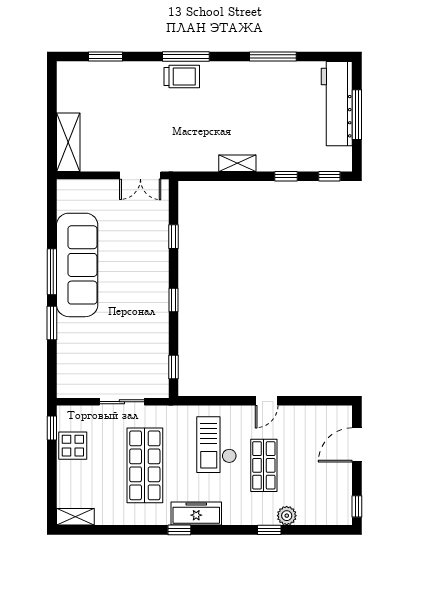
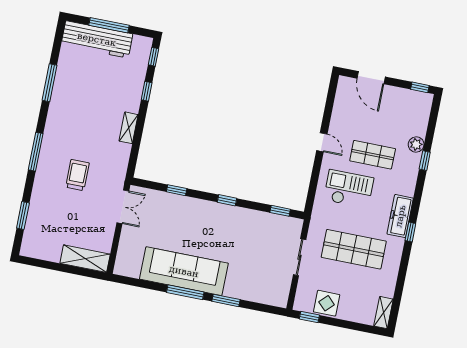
trolley: (182, 77) -> (77, 175), moved
checkout: (217, 445) -> (349, 189), turned 180

